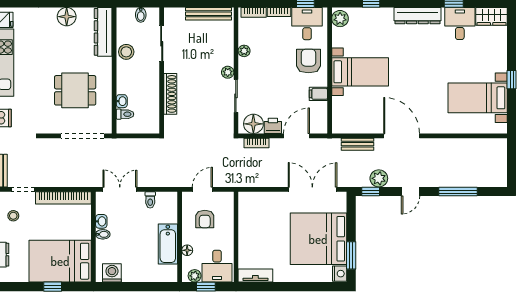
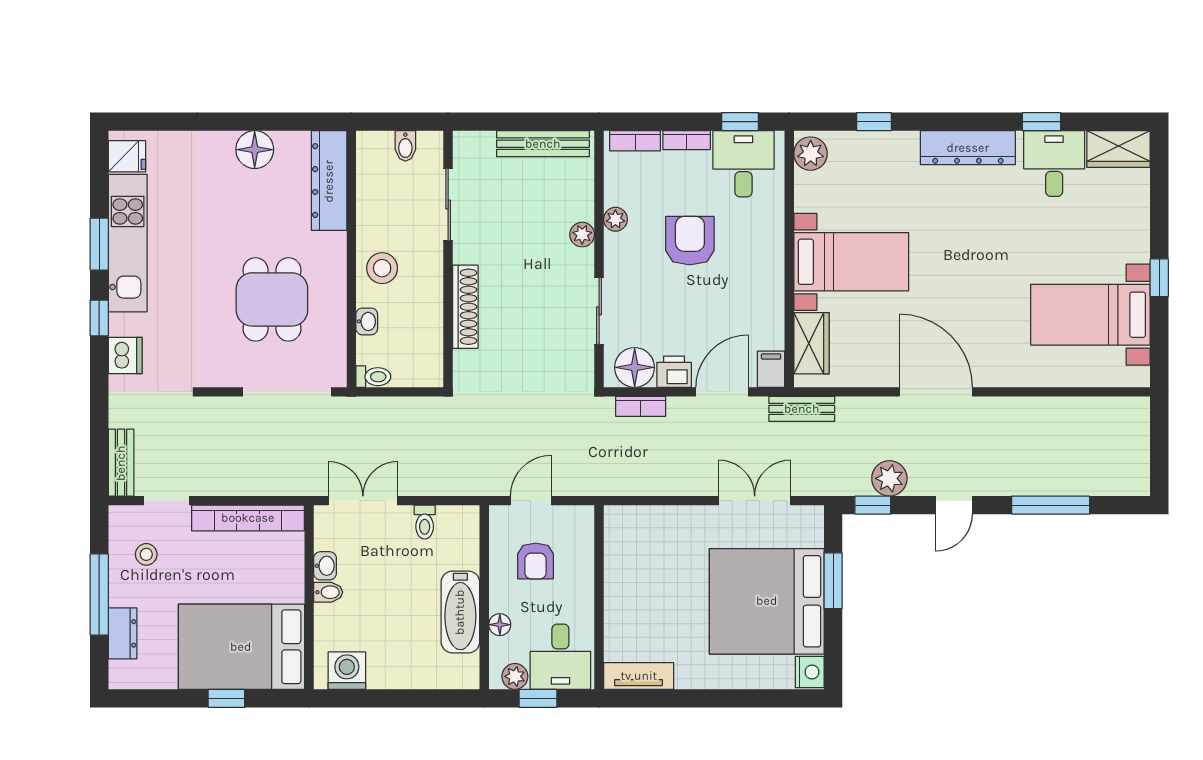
stool: (126, 52) -> (382, 268), moved
armchair: (309, 61) -> (690, 241), moved
plant: (228, 72) -> (582, 235), moved
dining table: (75, 90) -> (272, 299), turned 90
filing cabinet: (318, 94) -> (771, 369), moved, turned 90
wardrobe: (340, 112) -> (812, 343), added
toilet: (125, 114) -> (373, 377), moved
bench: (357, 144) -> (802, 409), moved
double door: (312, 189) -> (755, 501), width x0.73
window: (351, 255) -> (833, 581), moved

